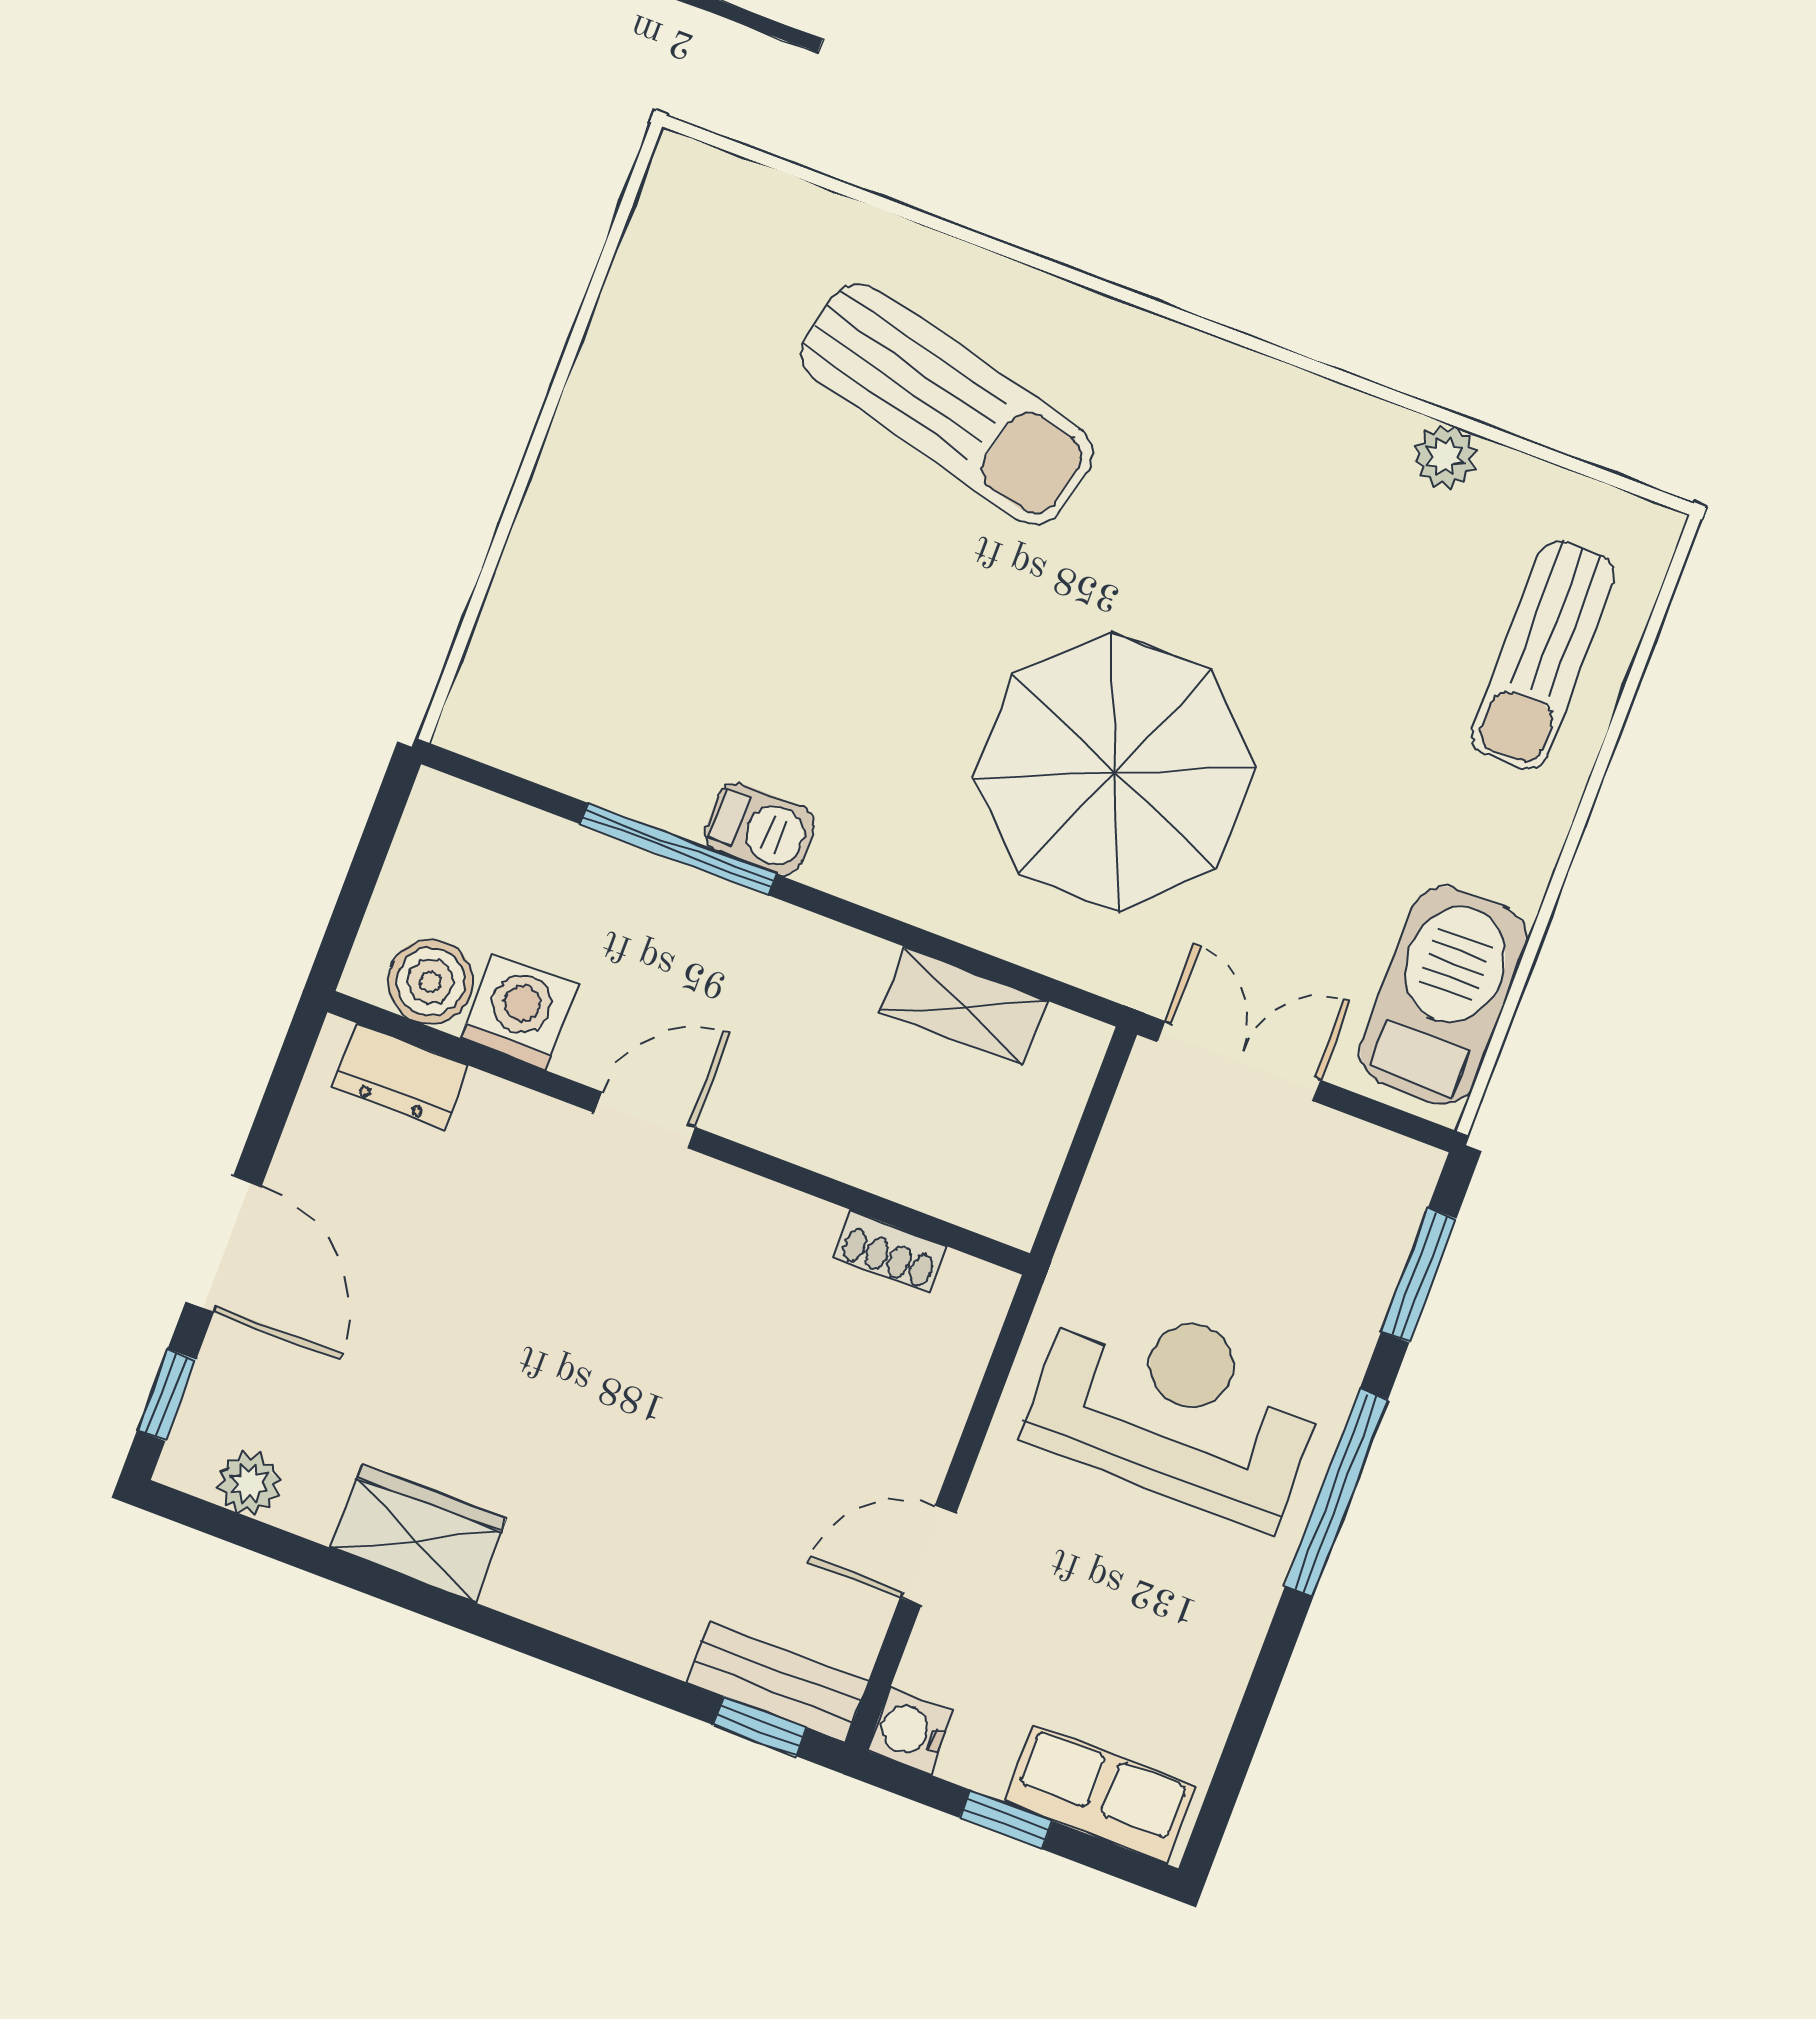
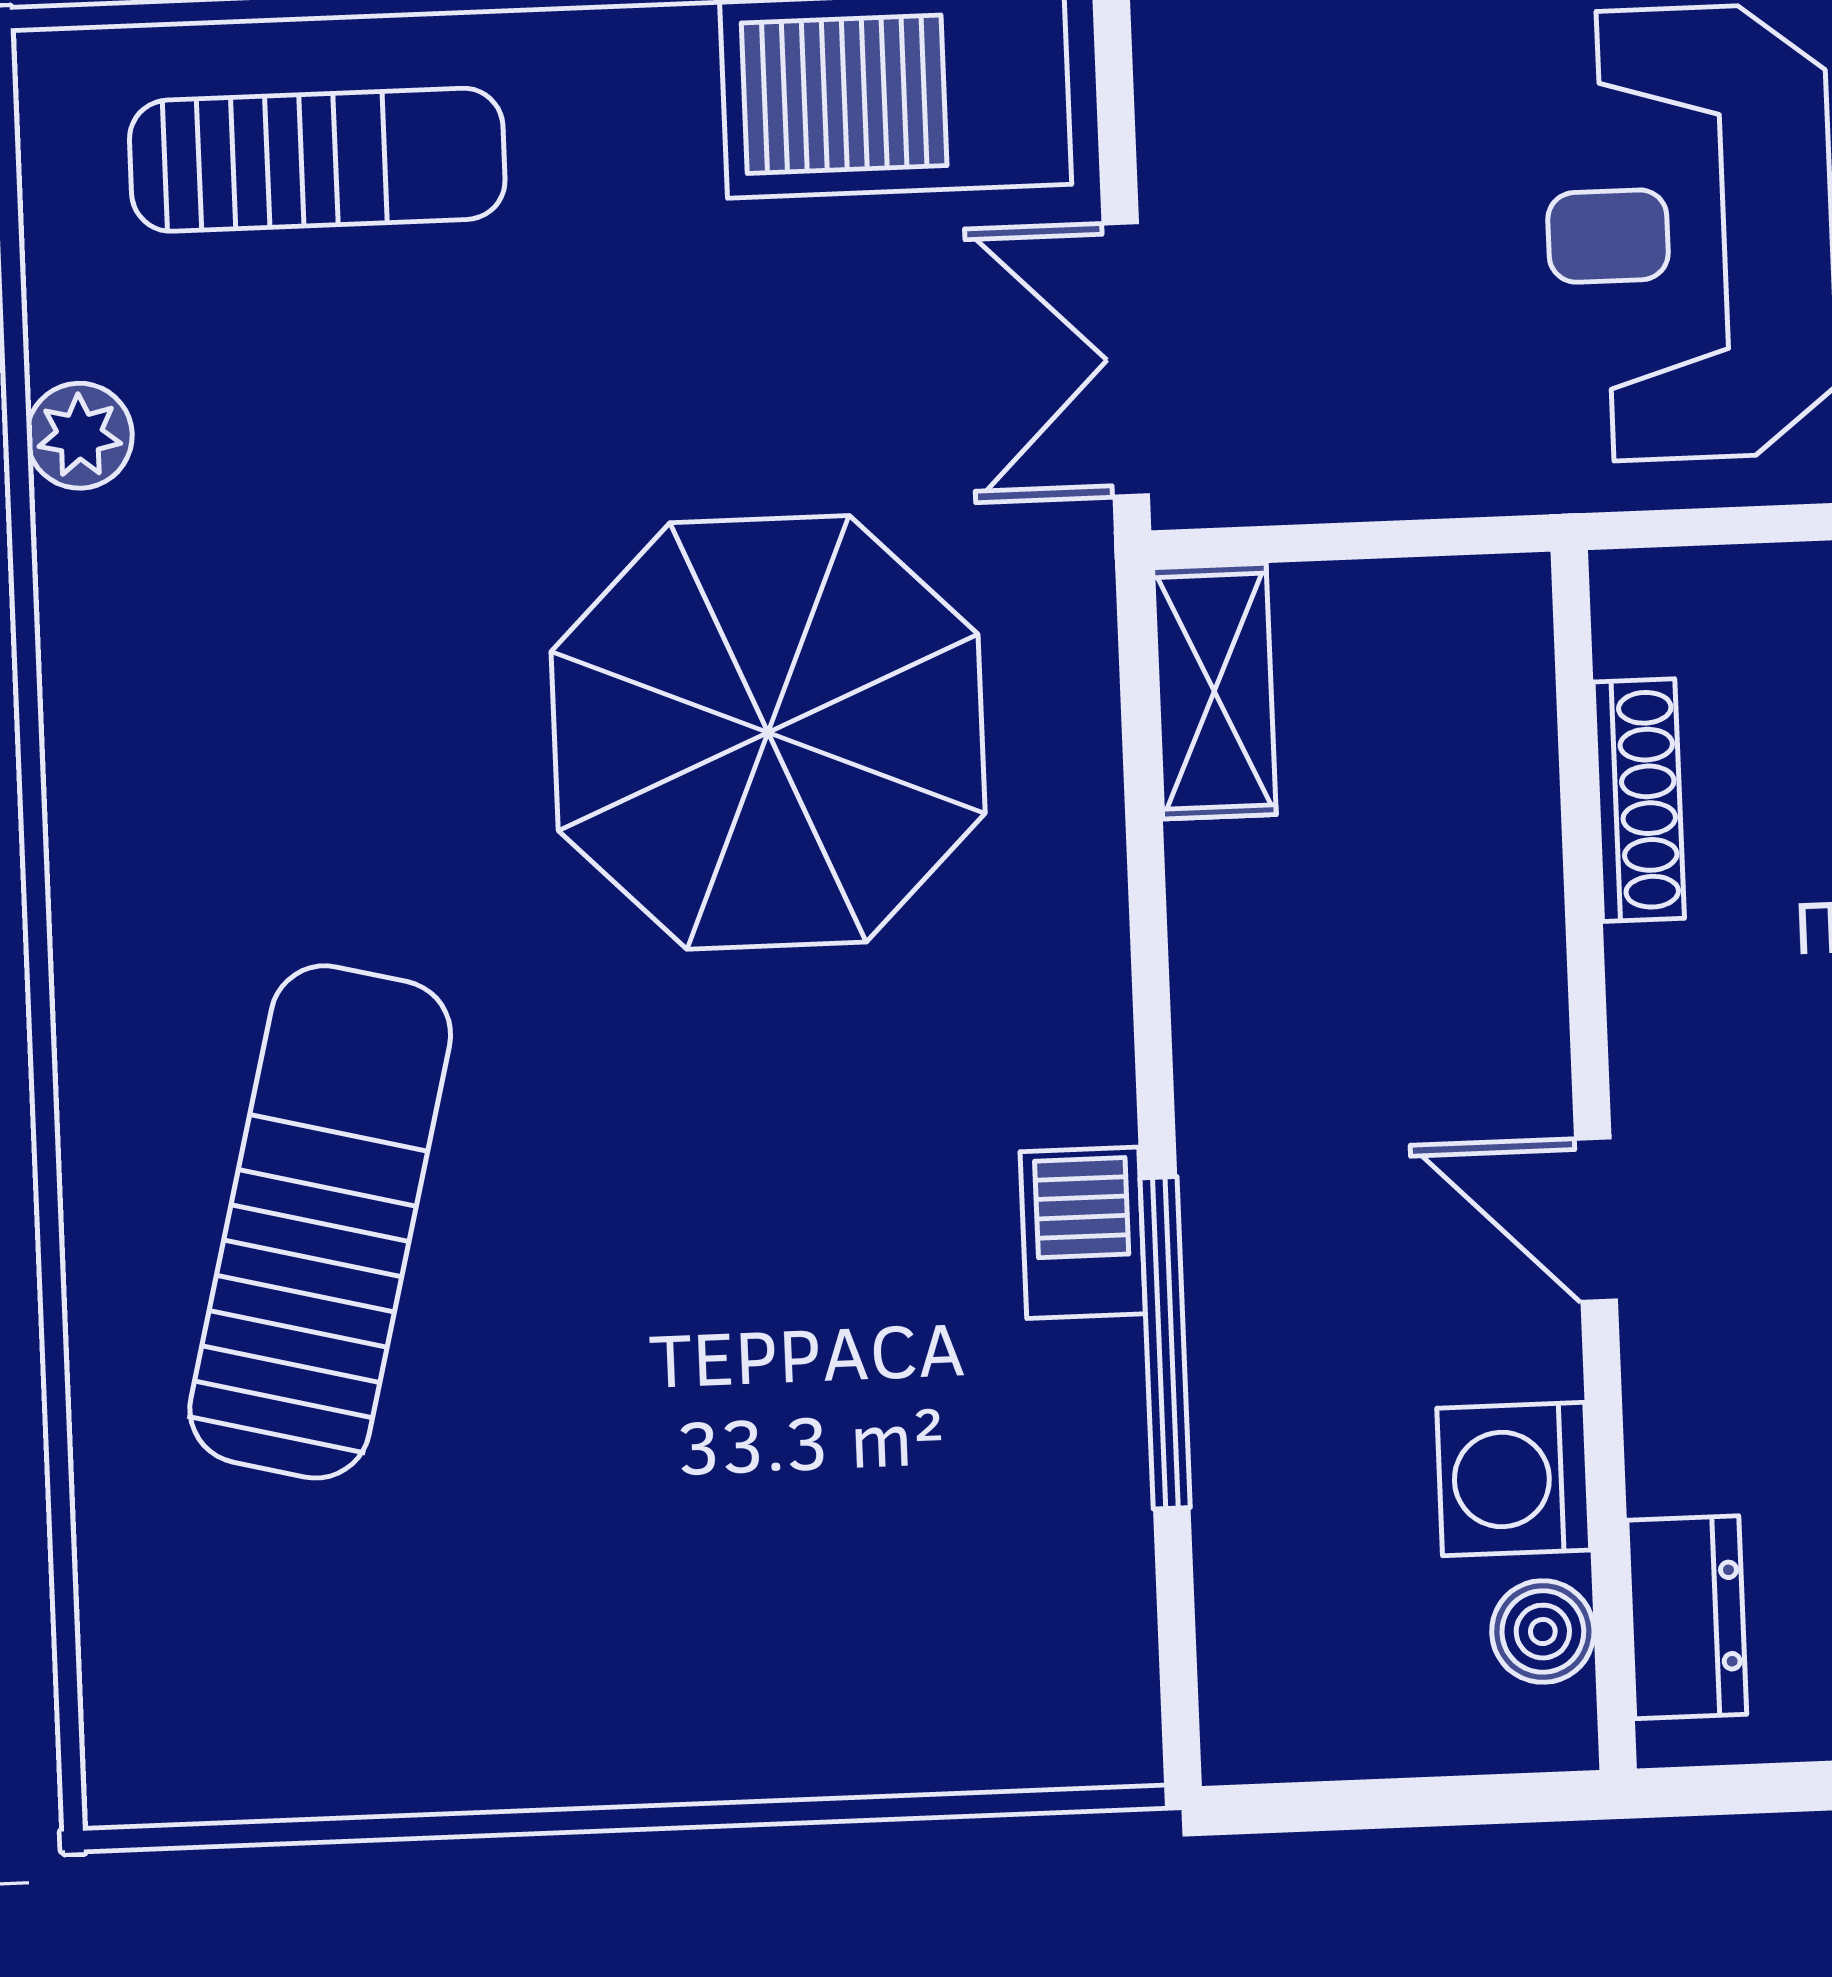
boiler: (431, 982) -> (1543, 1632), width x0.73, depth x0.73
shelving: (963, 1006) -> (1214, 691), moved
shoe rack: (890, 1251) -> (1639, 800), width x1.43

